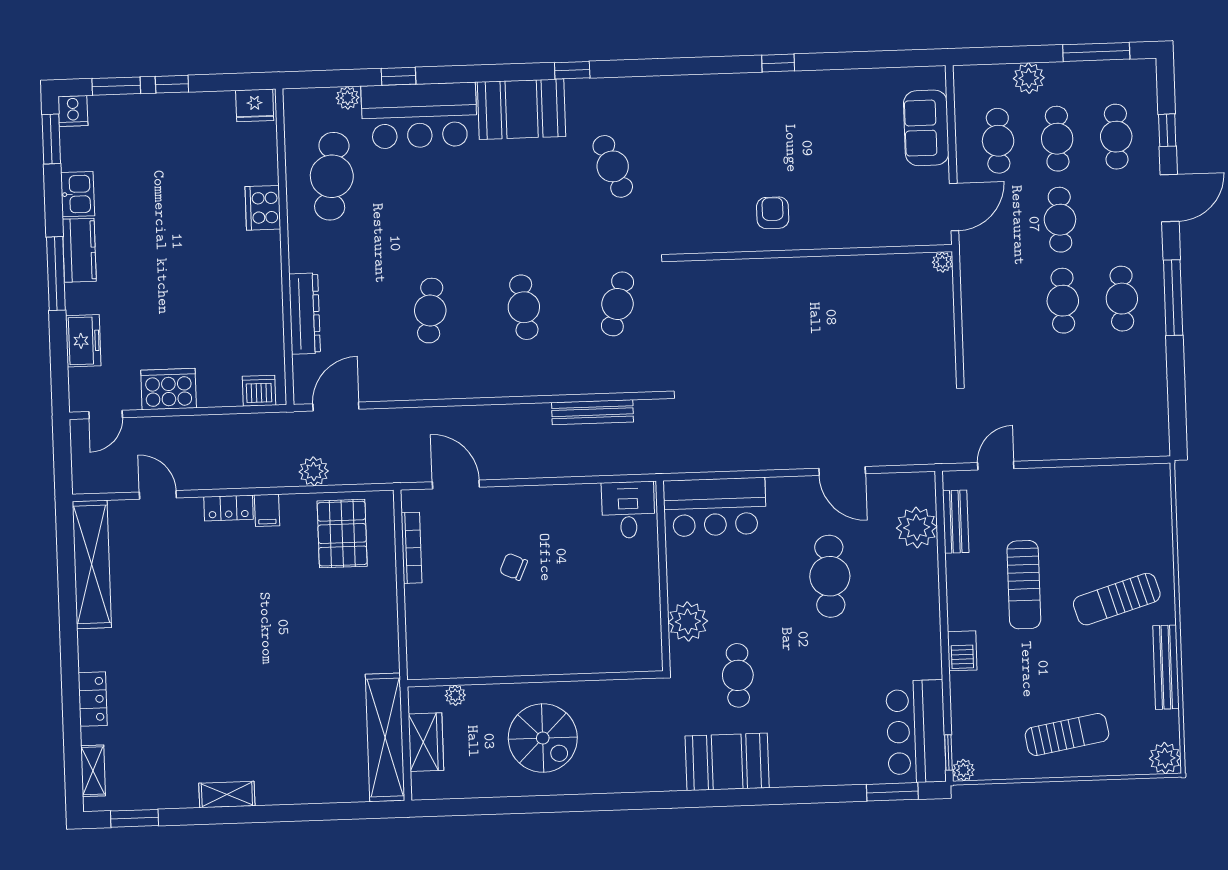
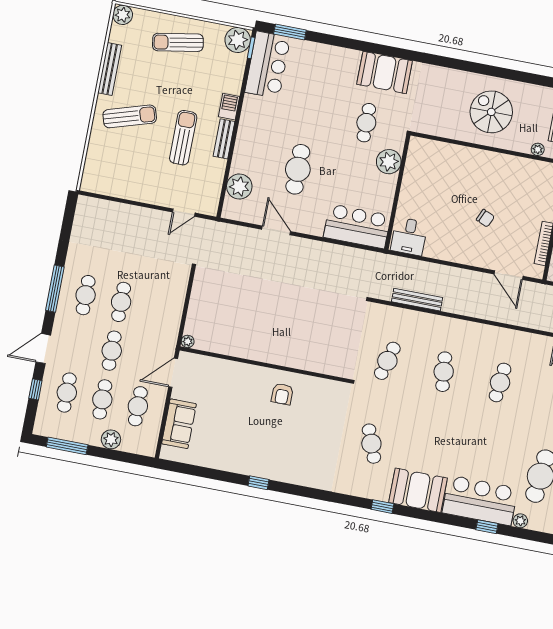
bench: (956, 522) -> (224, 139), moved
plant: (963, 770) -> (238, 40), width x1.88, depth x1.88

